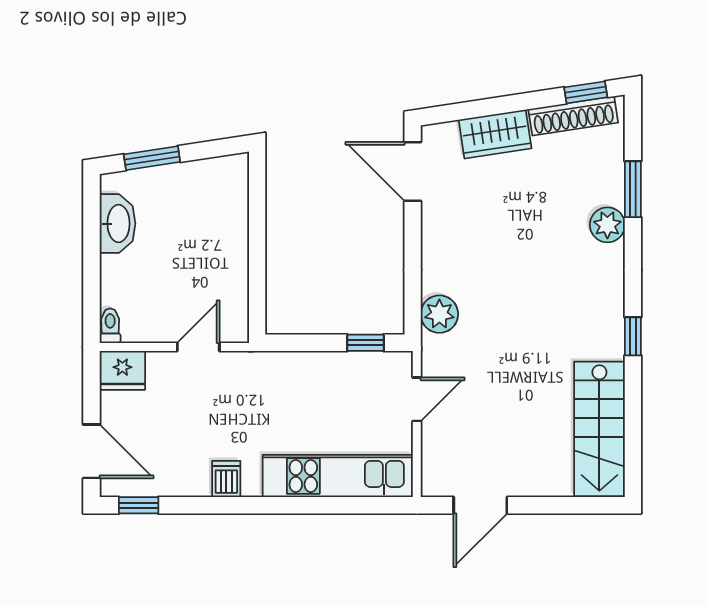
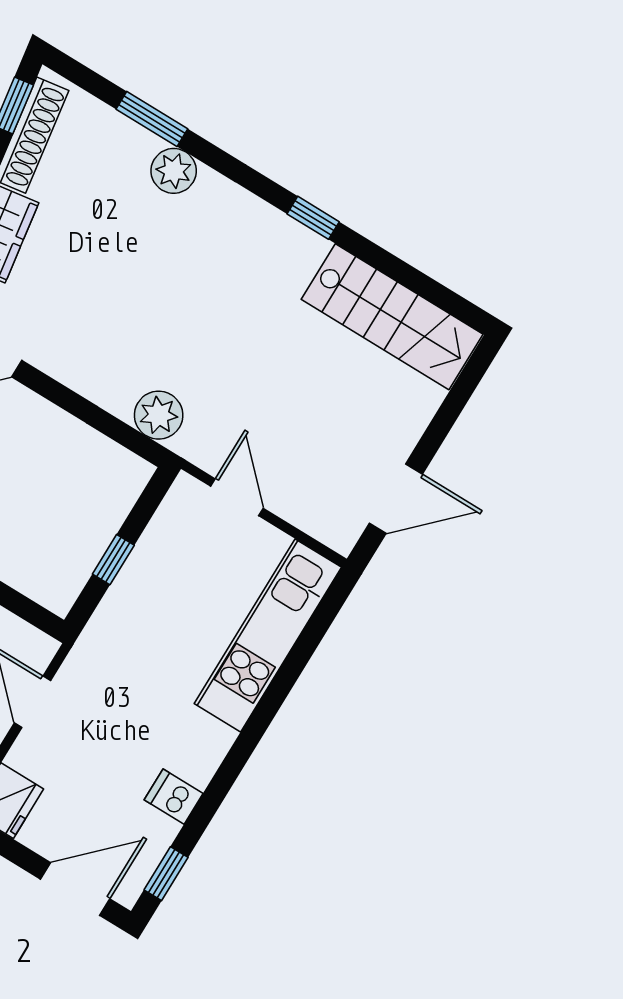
window: (366, 343) -> (113, 560), moved
dishwasher: (226, 479) -> (174, 797), moved
door: (480, 505) -> (396, 499), hinge flipped

